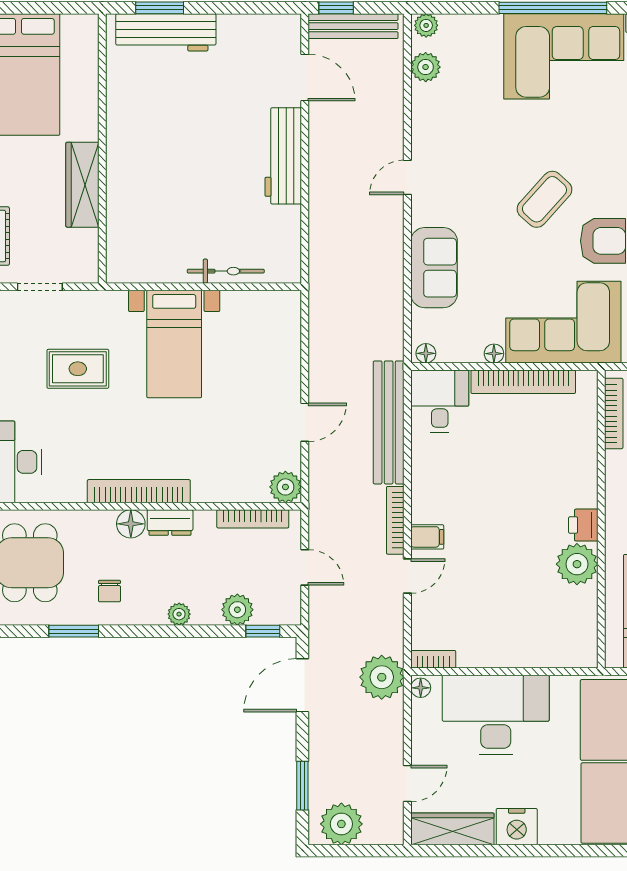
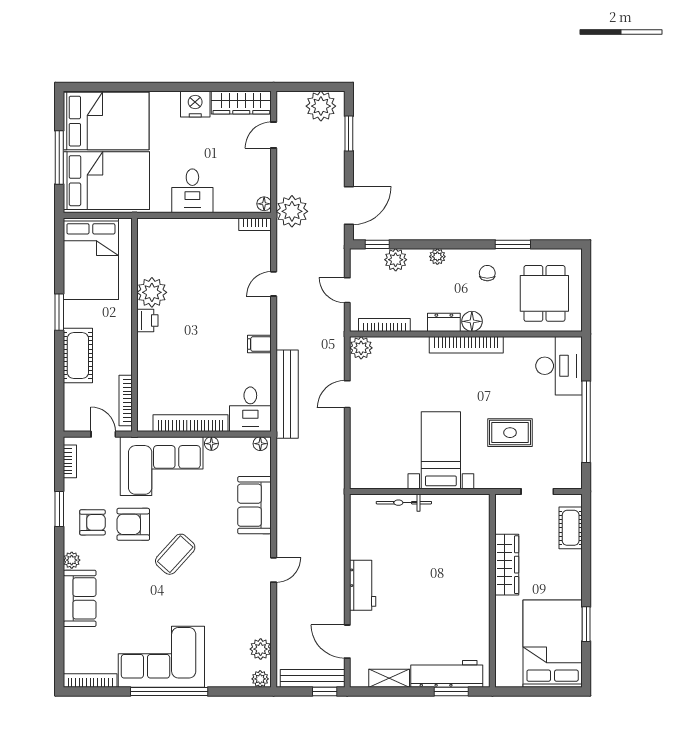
shelving: (246, 26) -> (389, 678), added
workbench: (283, 156) -> (363, 585), width x0.73
bookcase: (395, 520) -> (282, 324), removed
filing cabinet: (427, 537) -> (259, 344), moved
desk: (496, 715) -> (192, 191), width x0.53, depth x0.77

